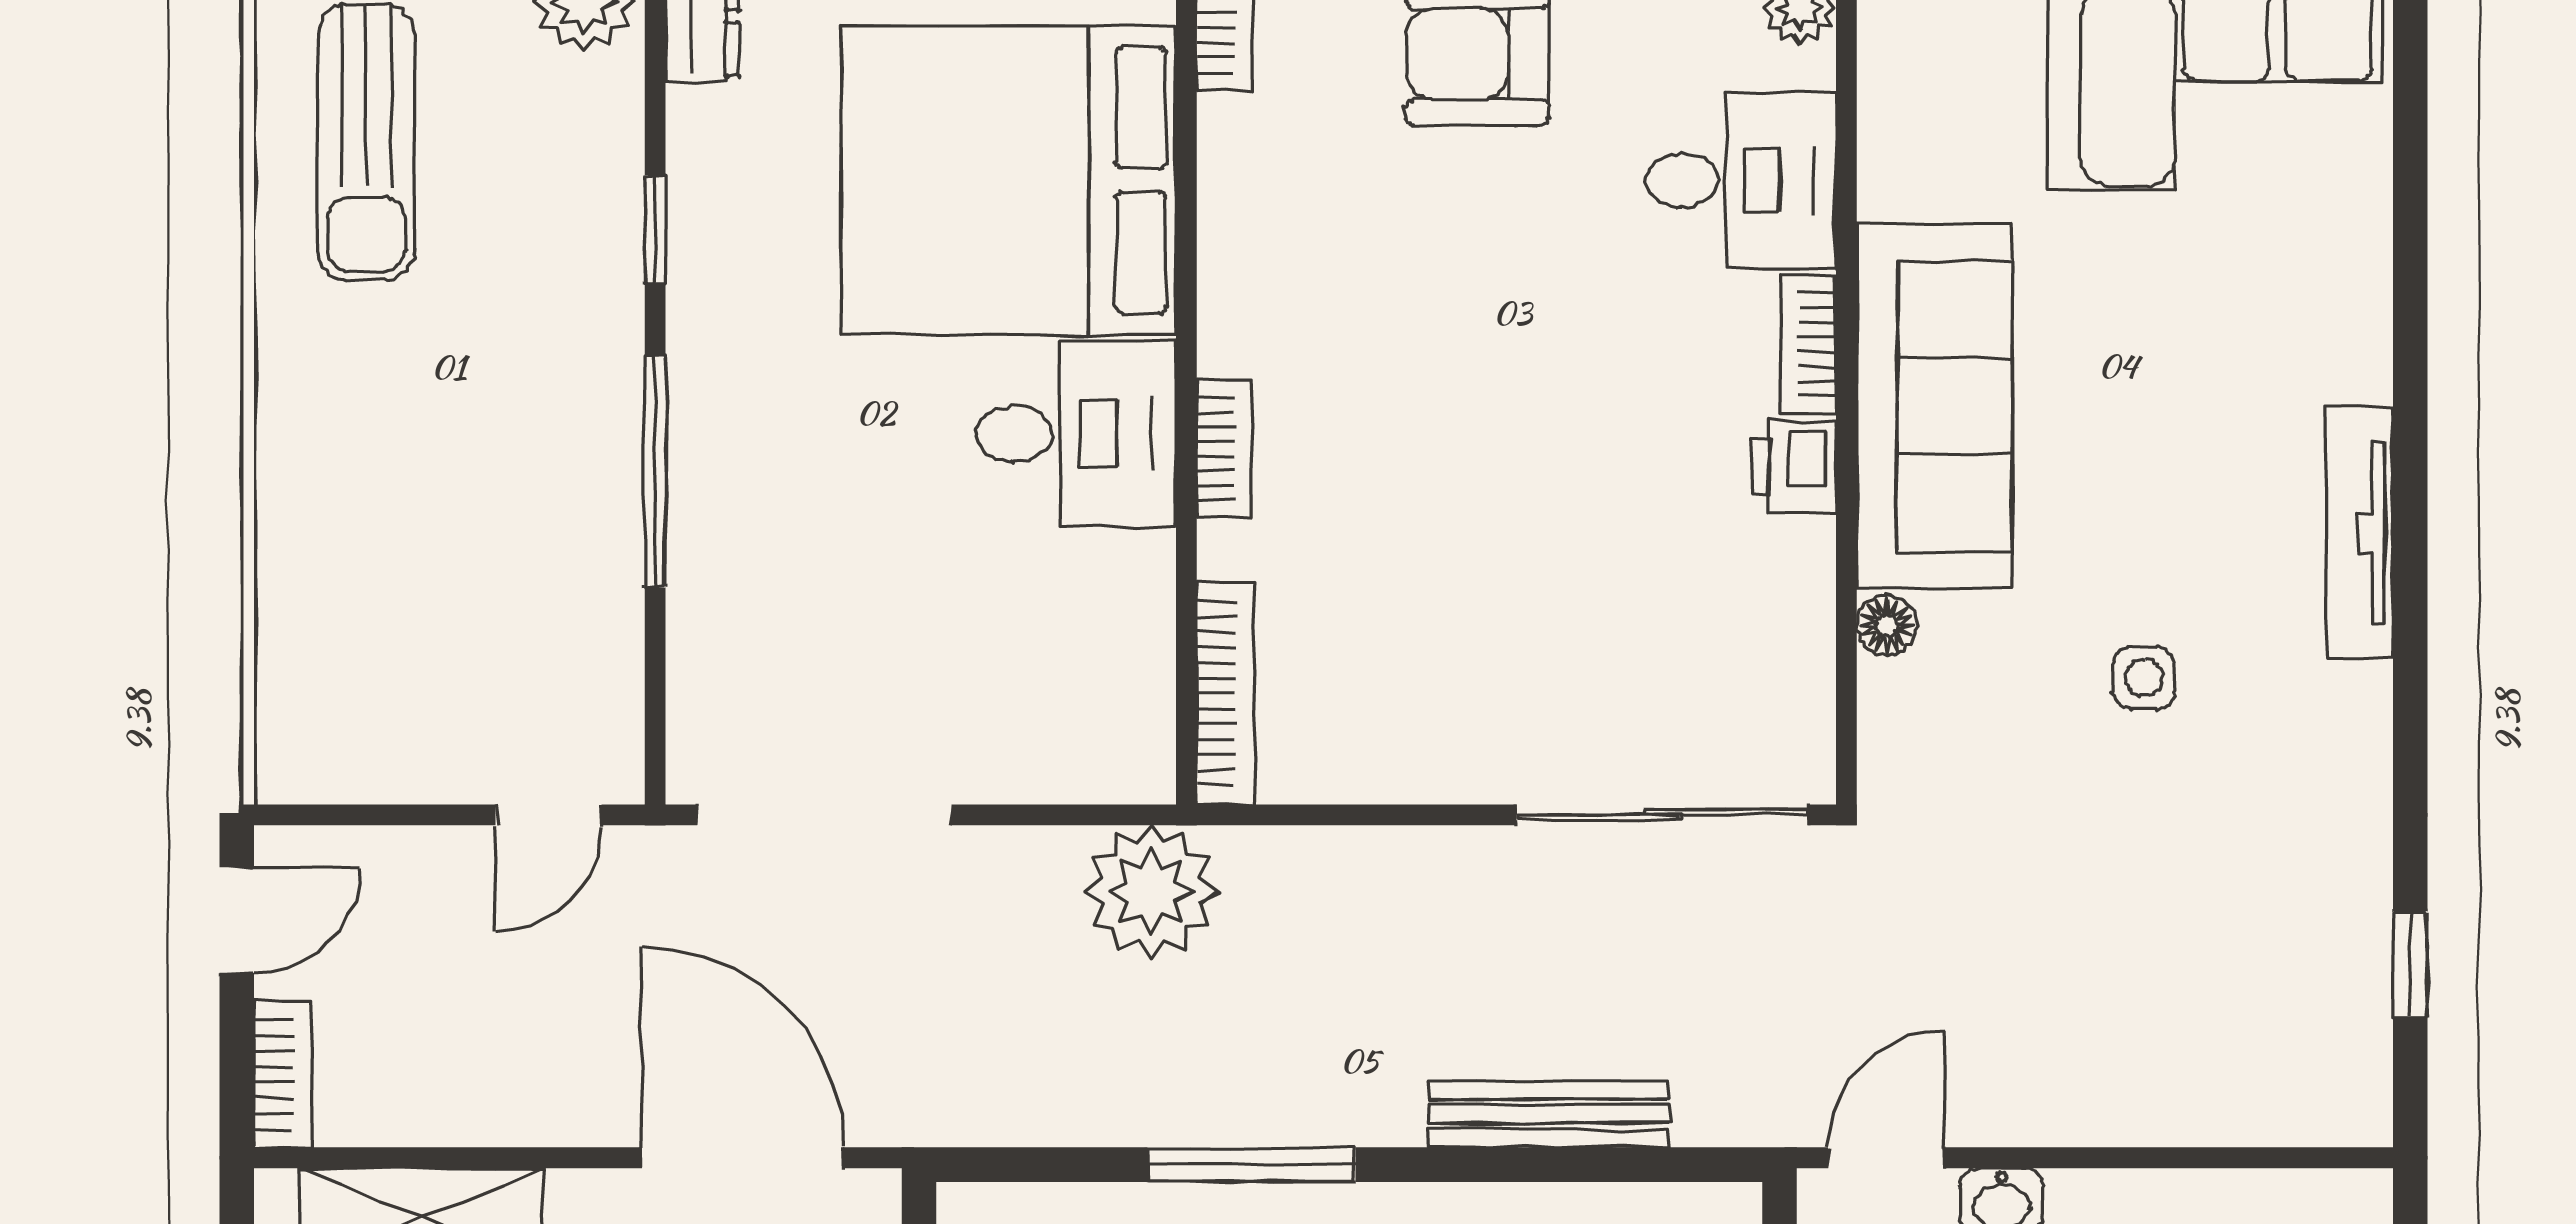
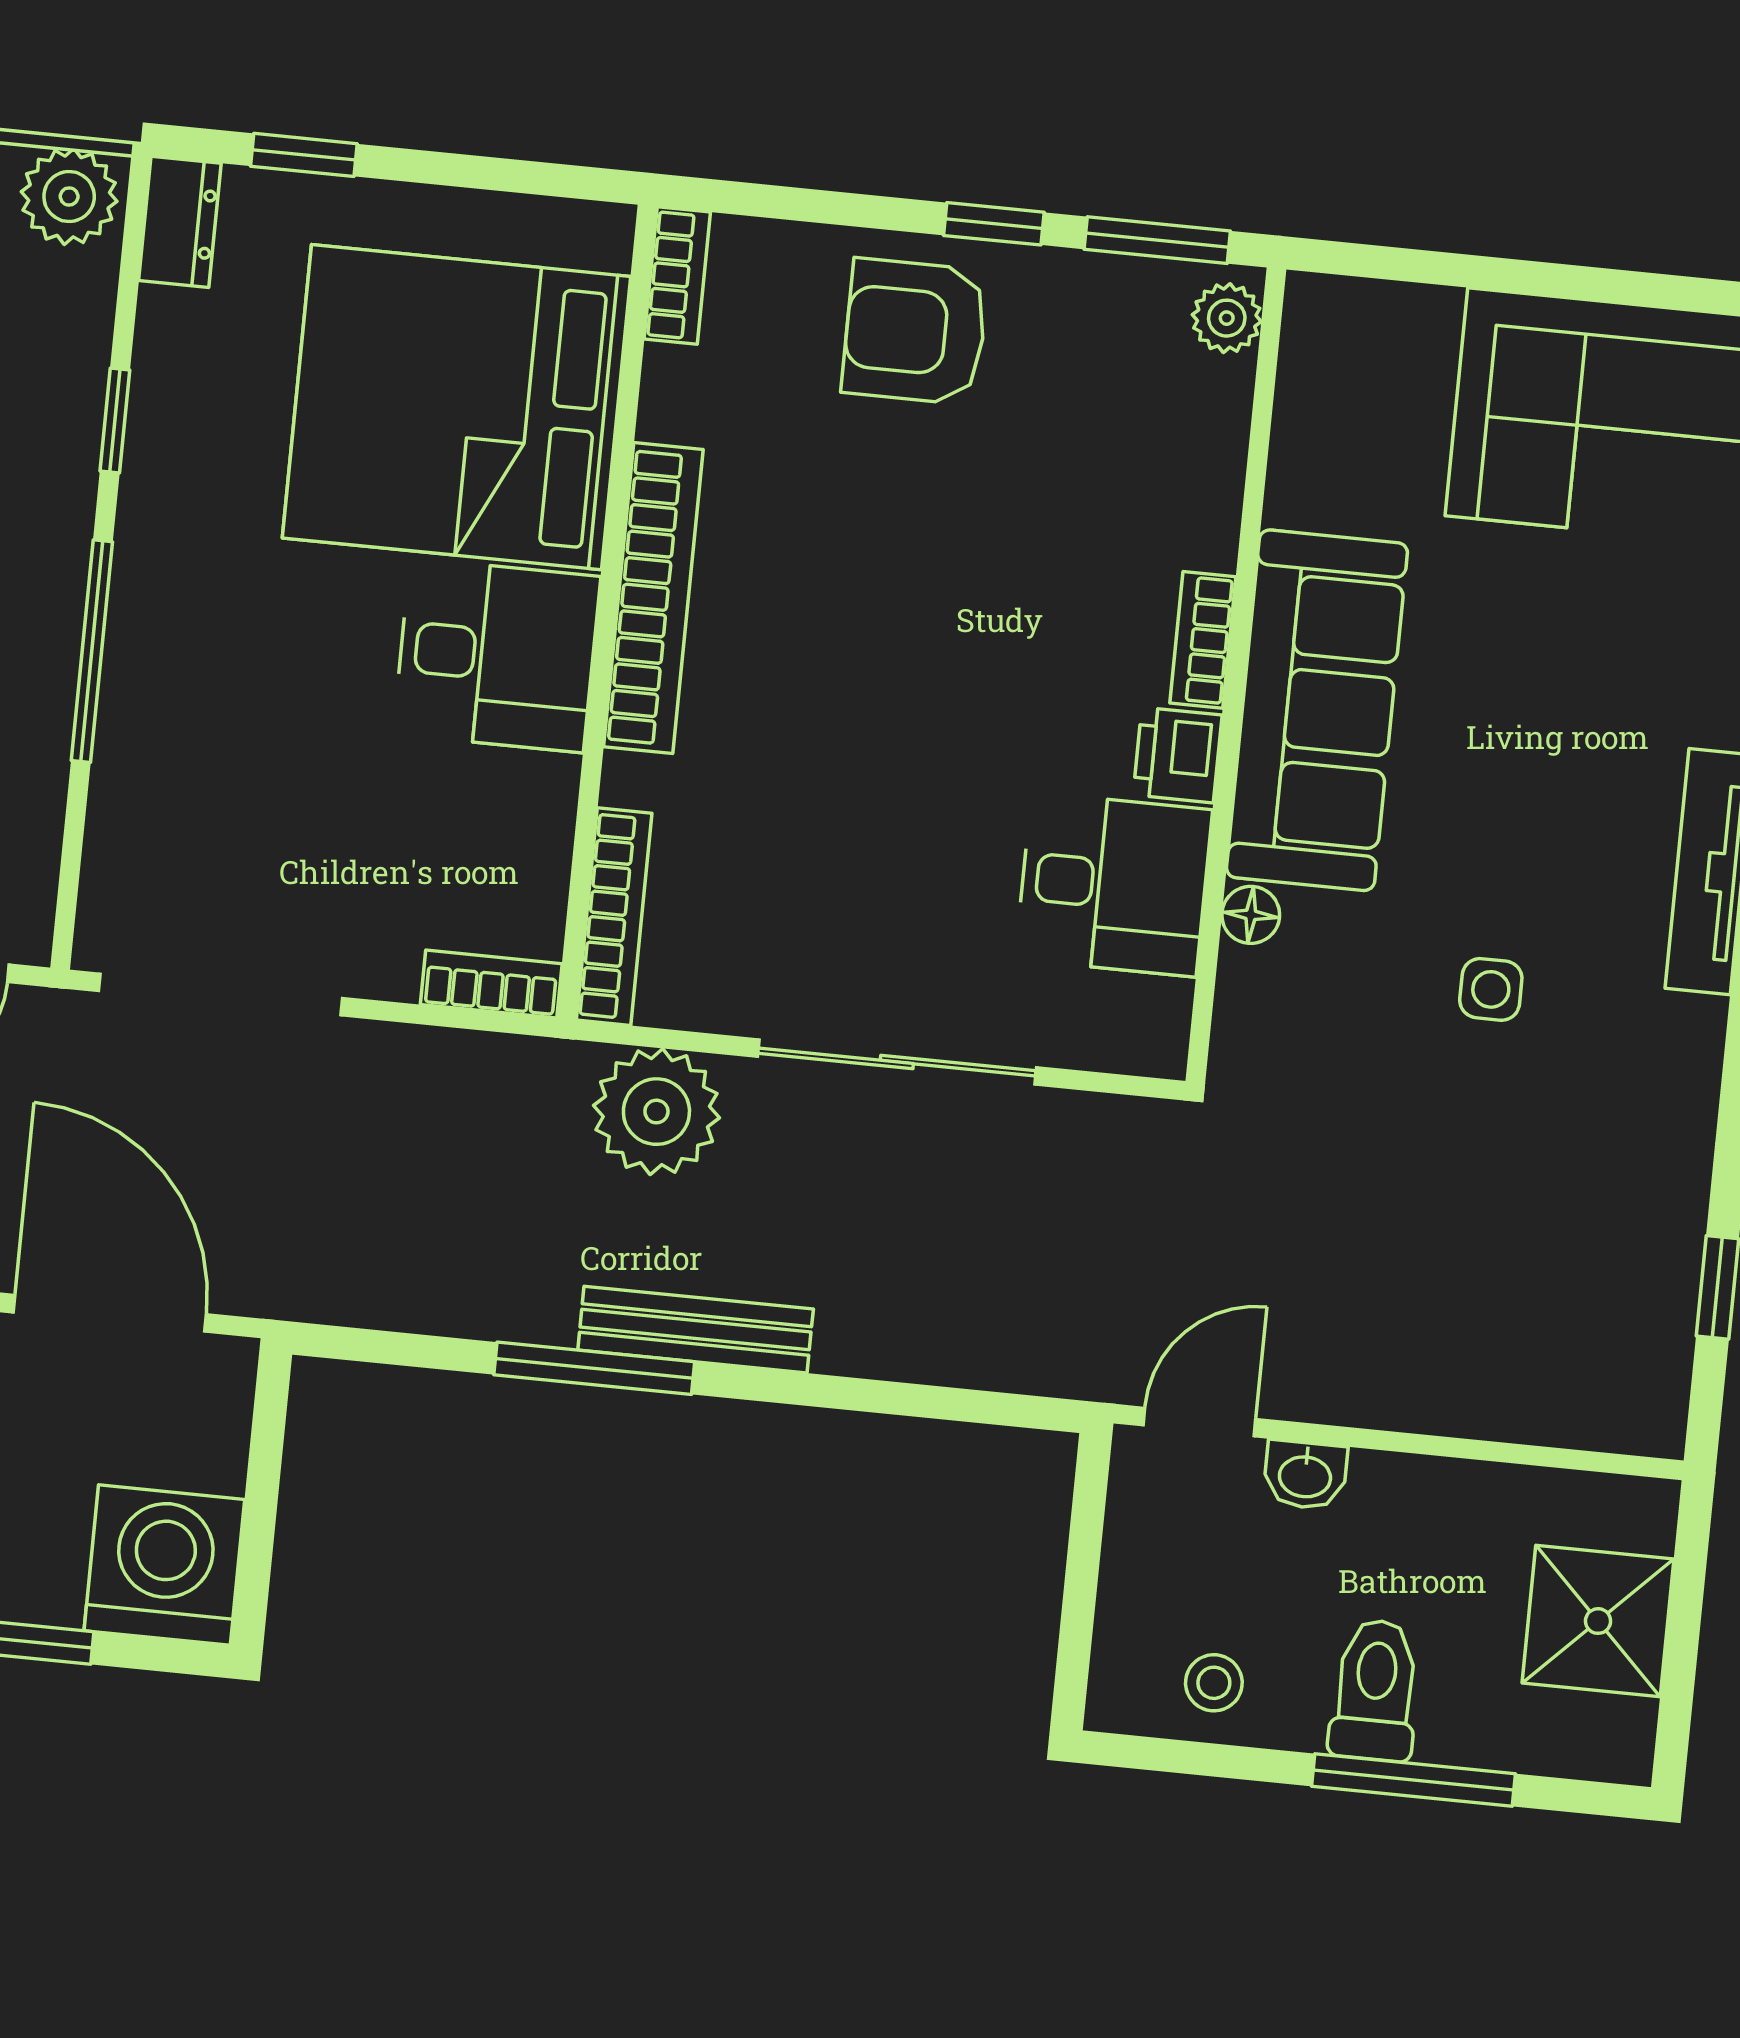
desk: (1741, 181) -> (1114, 884), moved
bookcase: (1224, 449) -> (653, 598), width x2.31, depth x1.31
bookcase: (1105, 776) -> (491, 984), added
sliding door: (1662, 815) -> (897, 1062), moved
plant: (1151, 891) -> (656, 1112), moved
bench: (1549, 1114) -> (696, 1330), moved

